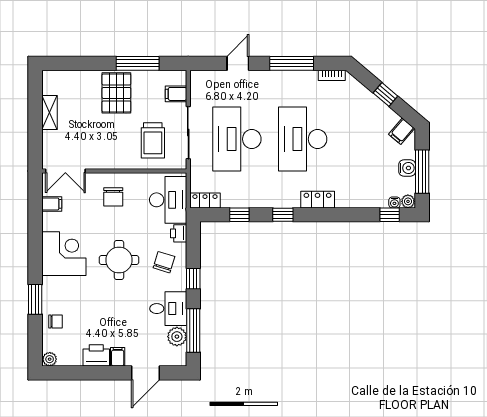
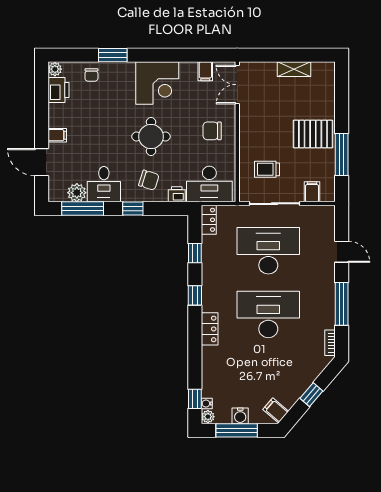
trolley: (153, 140) -> (267, 169), width x0.73, depth x0.72
printer: (96, 355) -> (58, 90), moved

